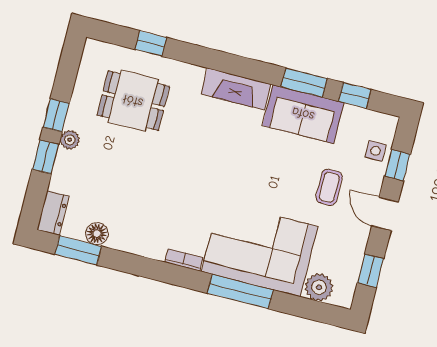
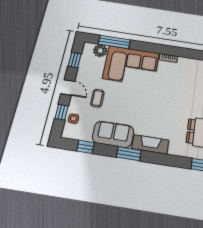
window: (304, 83) -> (129, 154), moved
window: (240, 292) -> (114, 42), moved

